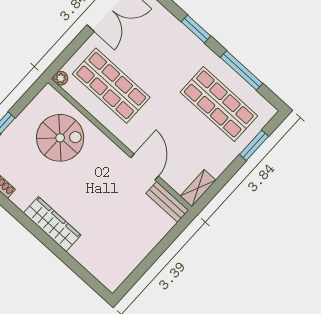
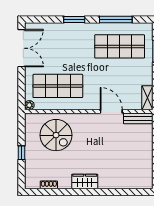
spiral stairs: (60, 138) -> (56, 135), turned 90
wardrobe: (52, 224) -> (85, 182), width x0.67

